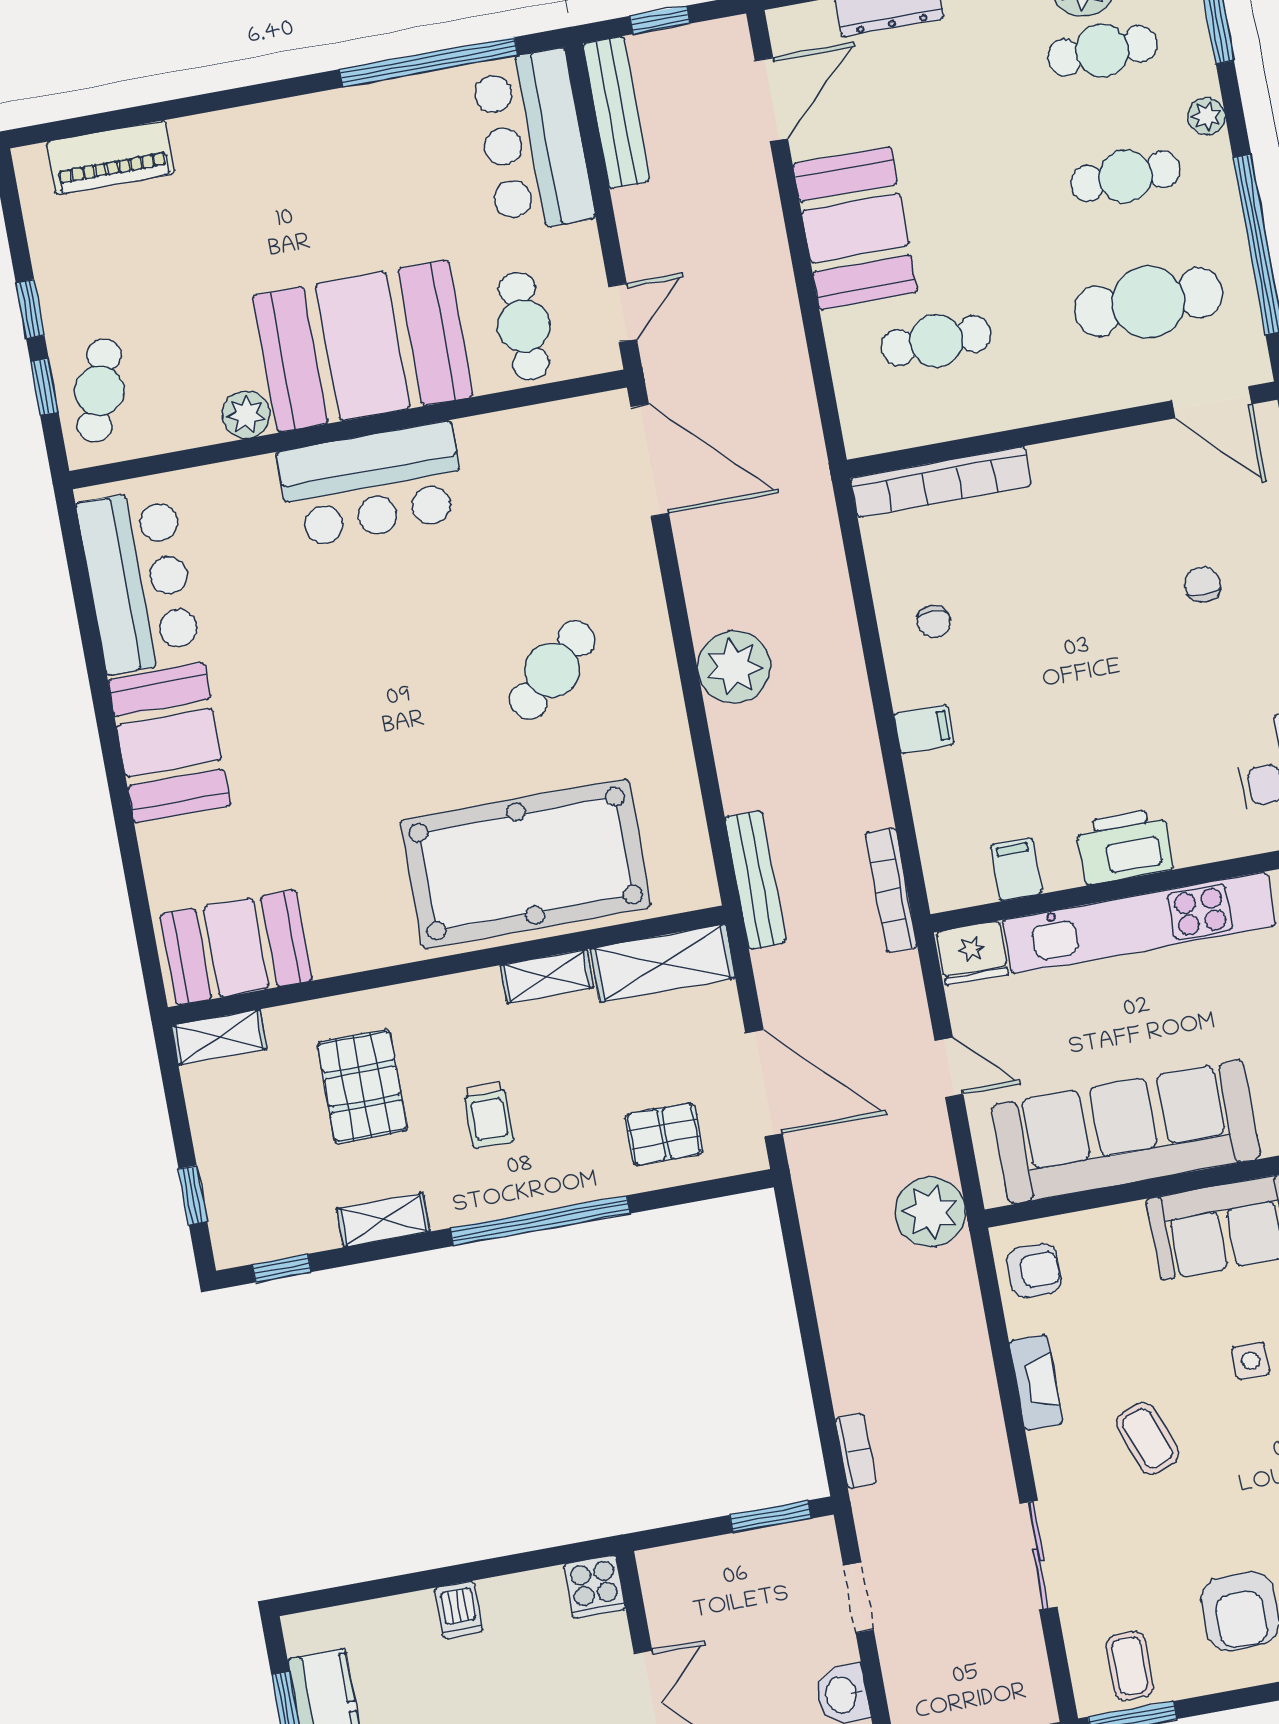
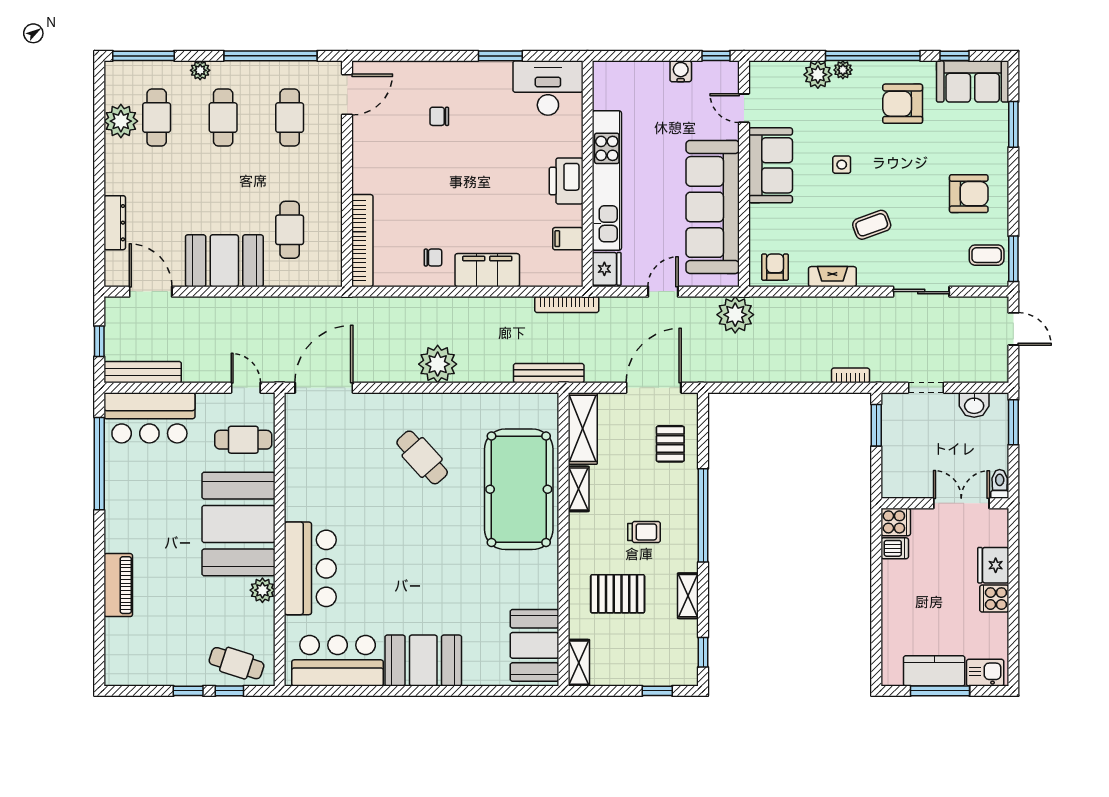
piano: (111, 158) -> (118, 585), moved
cafe table: (1148, 302) -> (290, 118), width x0.73, depth x0.74
bar counter: (372, 485) -> (310, 568), moved
filing cabinet: (924, 729) -> (487, 270), width x3.00, depth x1.17
dishwasher: (459, 1610) -> (895, 548), moved

